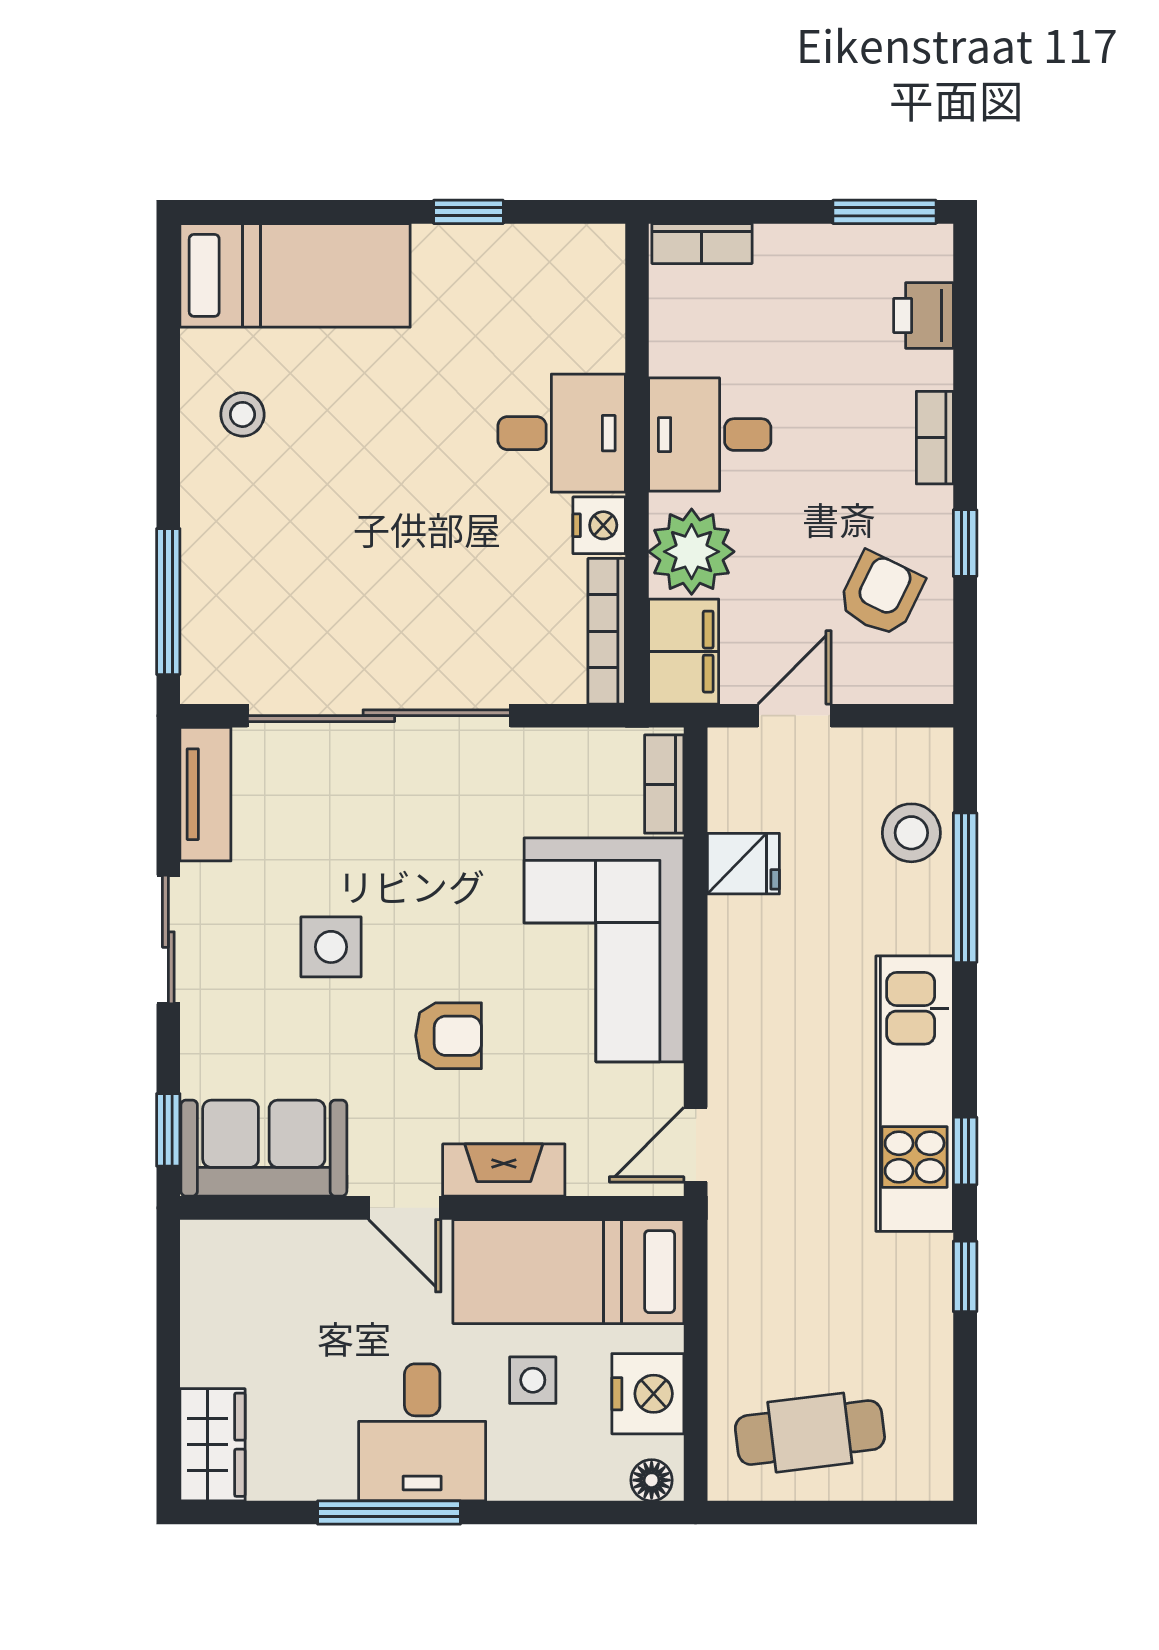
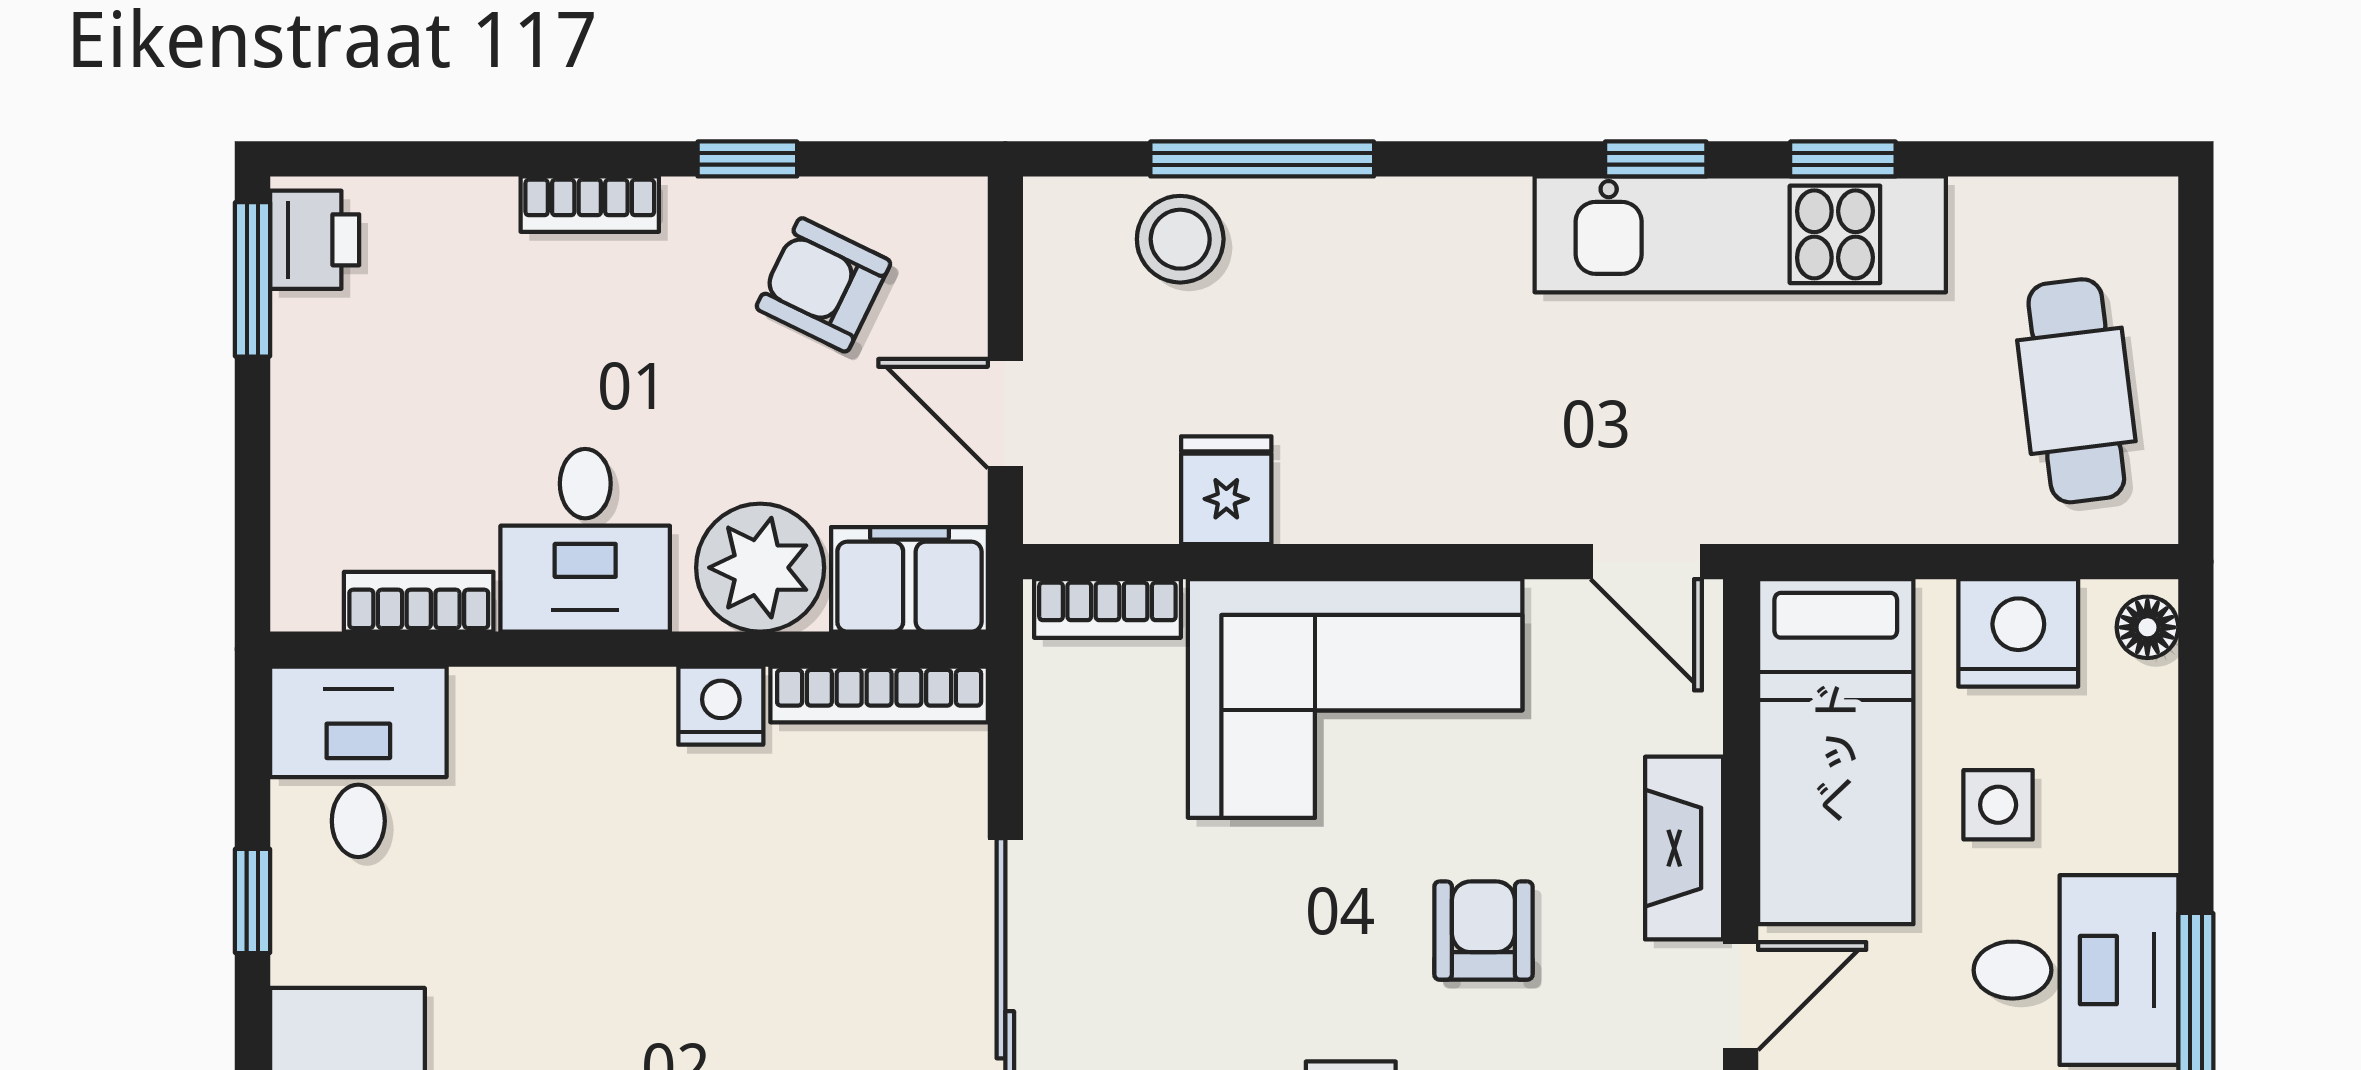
bookcase: (702, 244) -> (419, 602), moved, turned -90
printer: (923, 316) -> (315, 240), moved, turned -90
desk: (562, 433) -> (358, 762), moved
kitchen unit: (915, 1094) -> (1740, 234), moved

